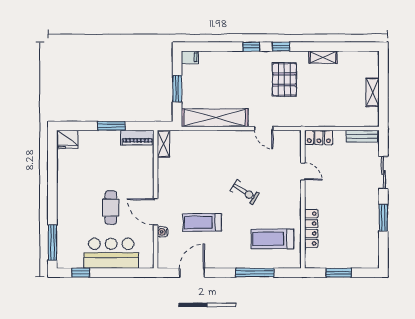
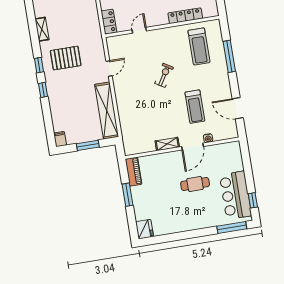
shelving: (163, 144) -> (167, 144), moved
bar counter: (111, 253) -> (236, 195), moved

